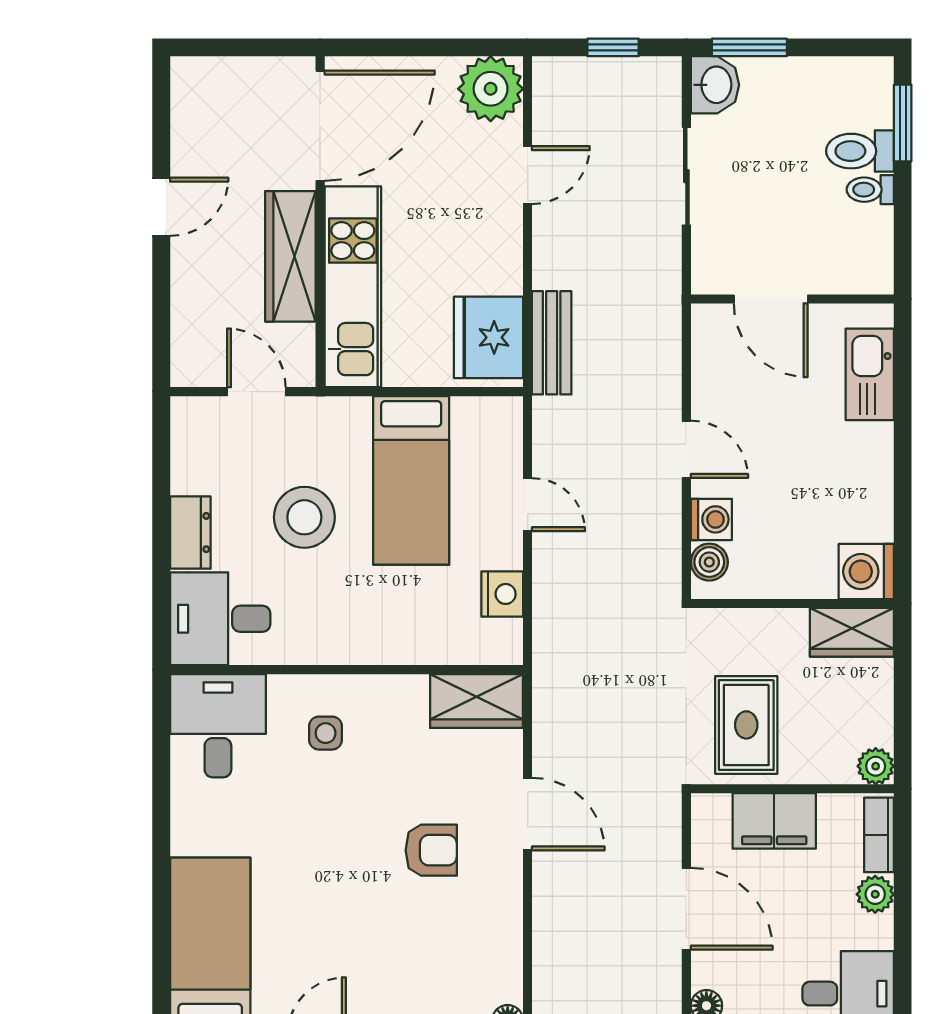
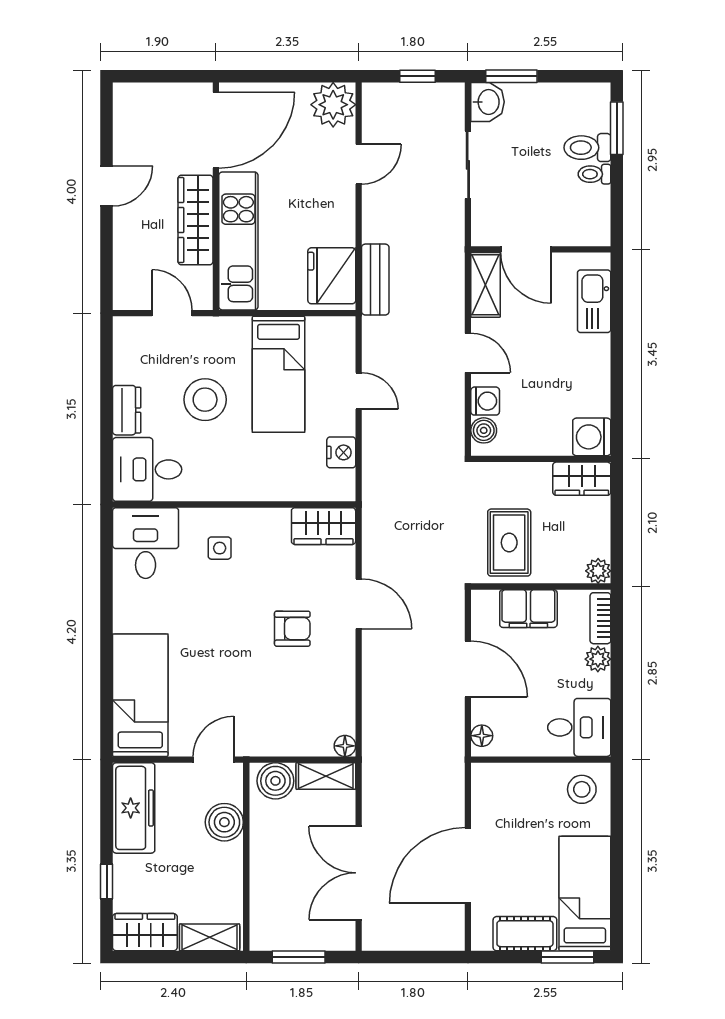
shelving: (712, 351) -> (486, 285), added

